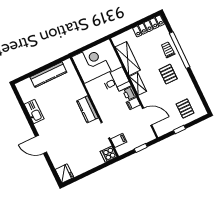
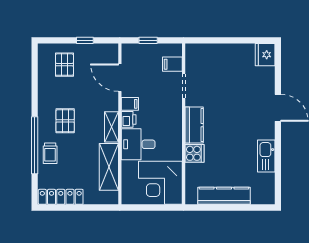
cooker: (109, 154) -> (195, 153), moved

